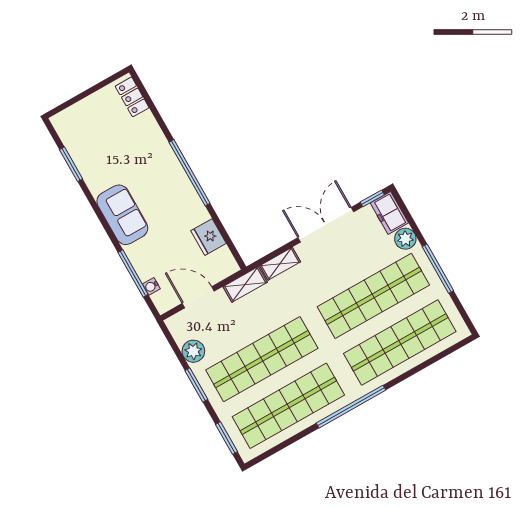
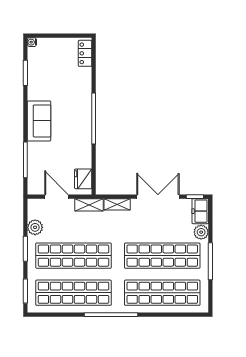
fridge: (209, 237) -> (83, 179), moved
water cooler: (151, 286) -> (32, 42), moved

